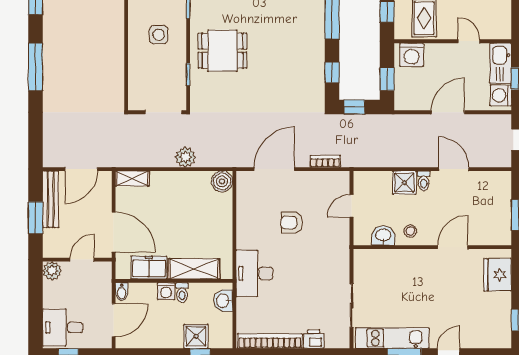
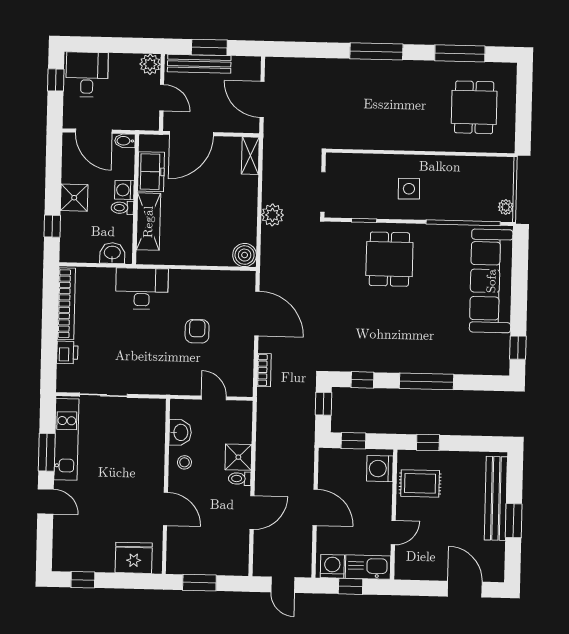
bench: (51, 199) -> (199, 64), moved
shower: (196, 336) -> (74, 198), moved

